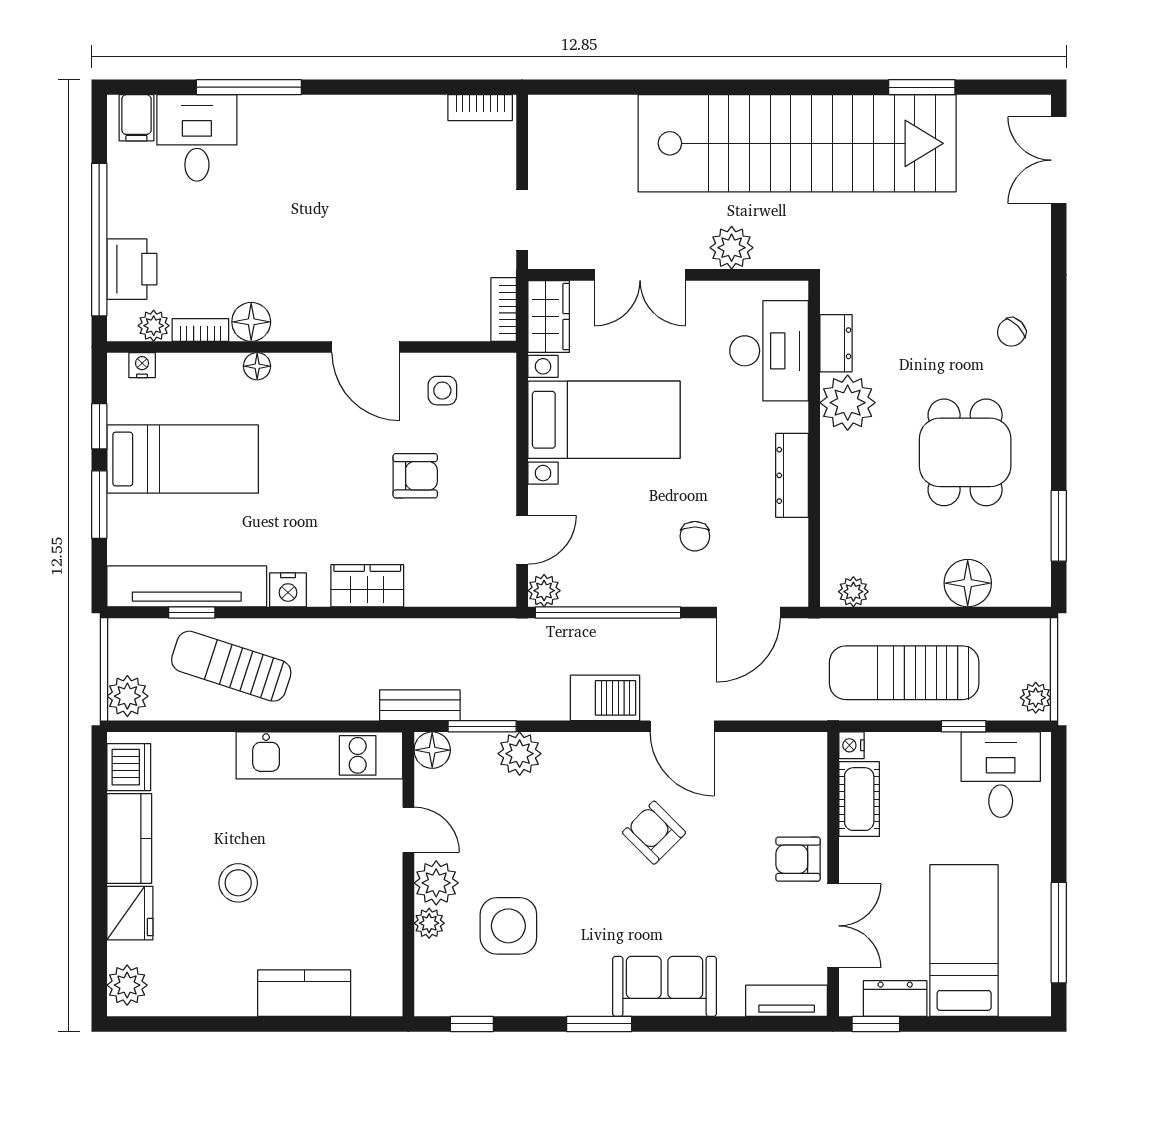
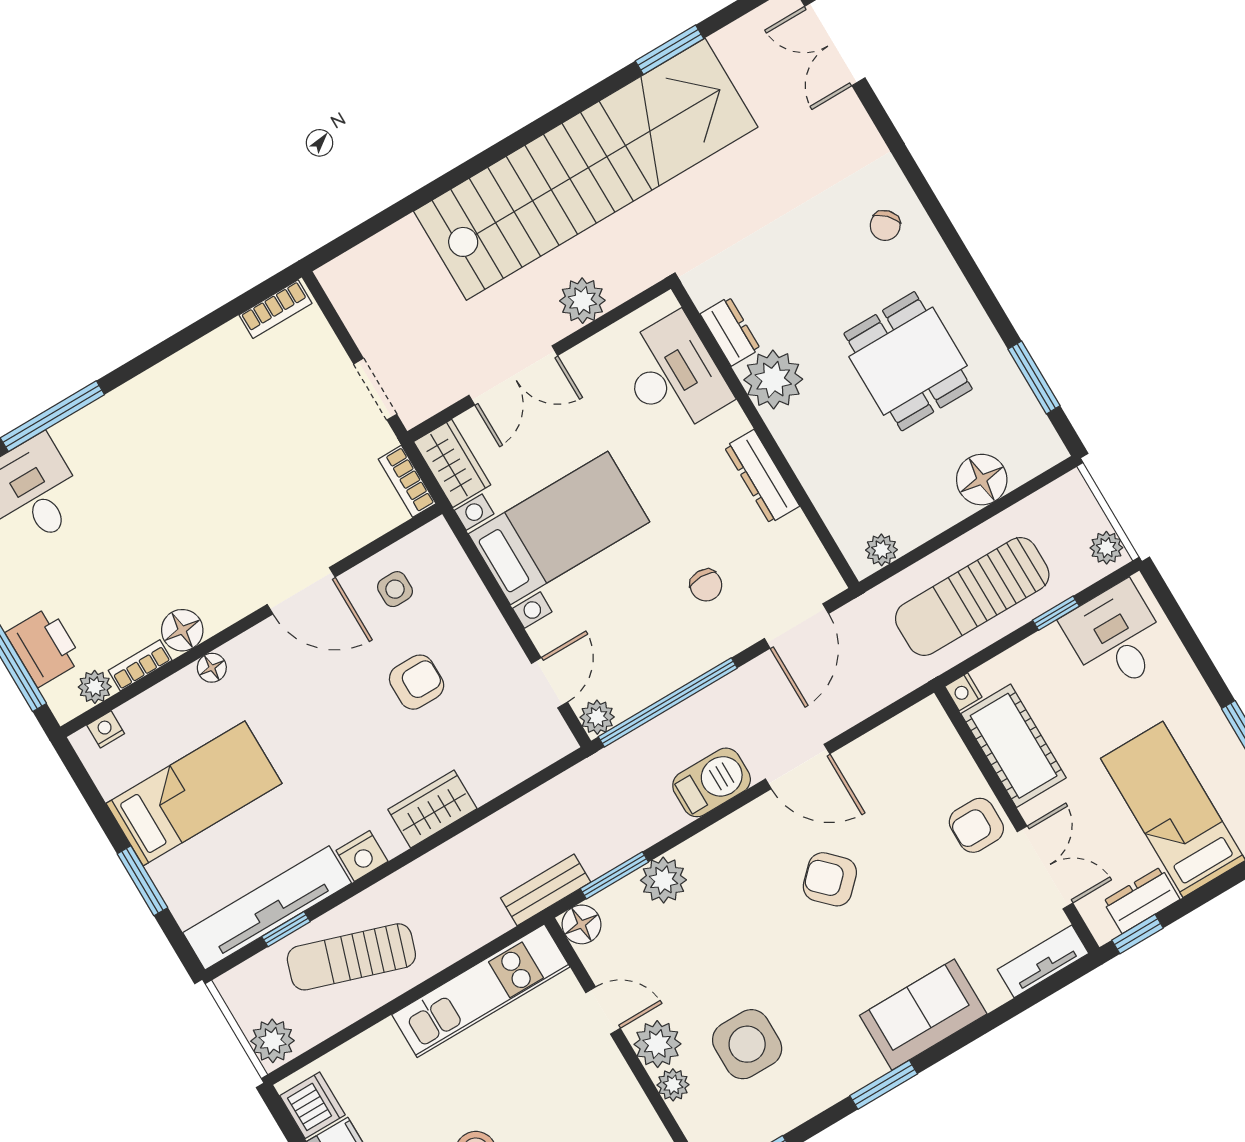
window: (99, 426) -> (100, 809), removed
cot: (859, 799) -> (1014, 746), width x1.37, depth x1.34

